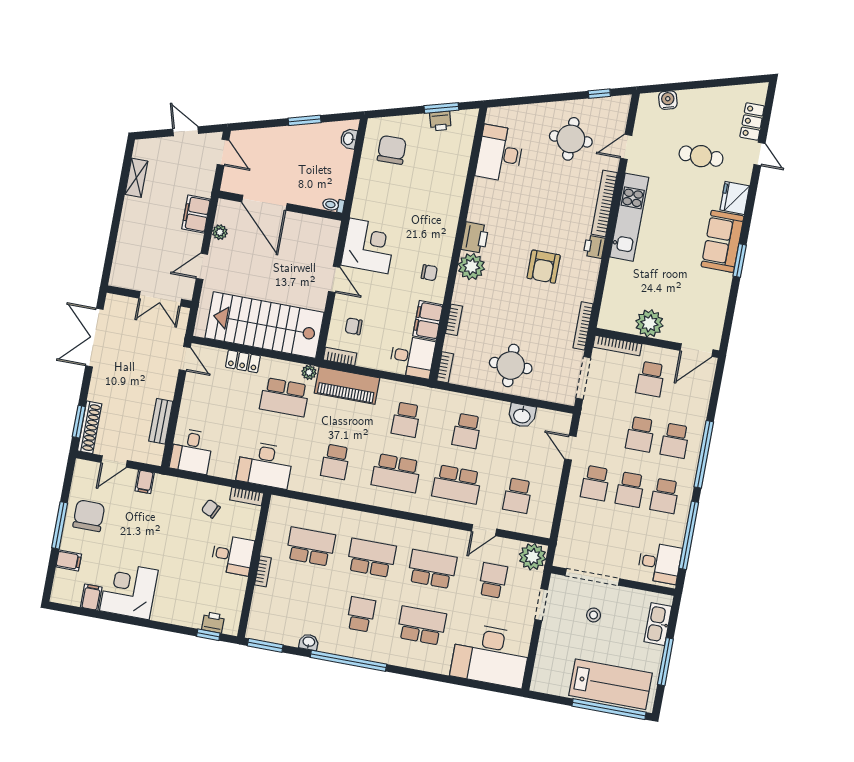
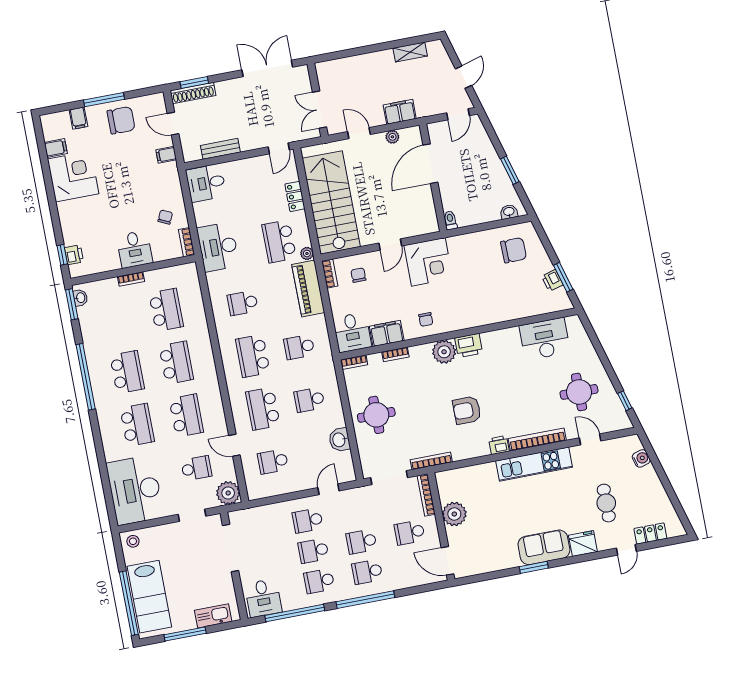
school desk: (361, 614) -> (127, 372), width x1.85
stool: (594, 615) -> (133, 541), moved
washbasin: (309, 642) -> (80, 298), moved

